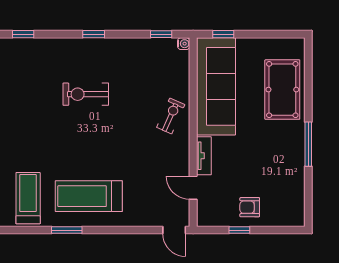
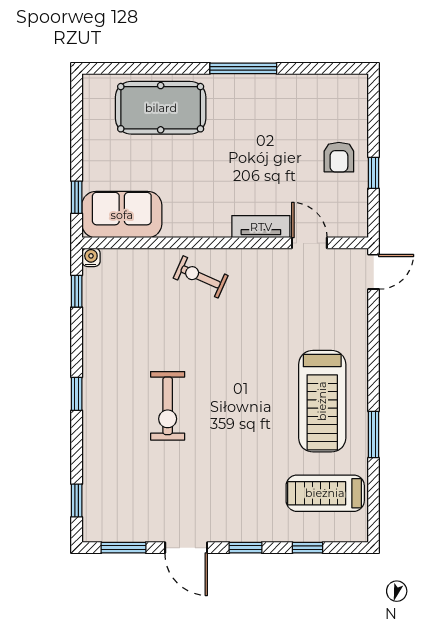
sofa: (216, 86) -> (122, 215), width x0.54, depth x0.79
door: (193, 188) -> (309, 243), swing flipped

